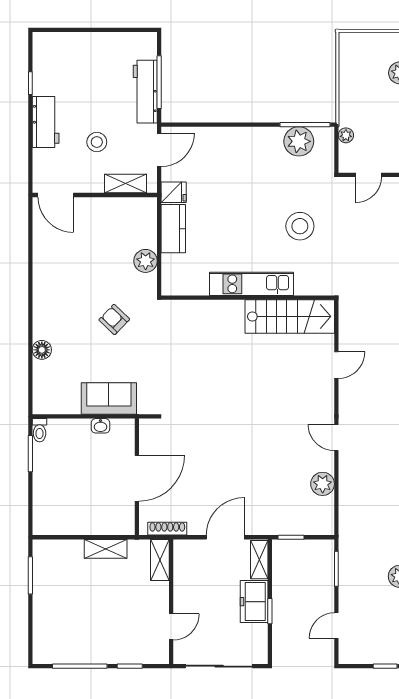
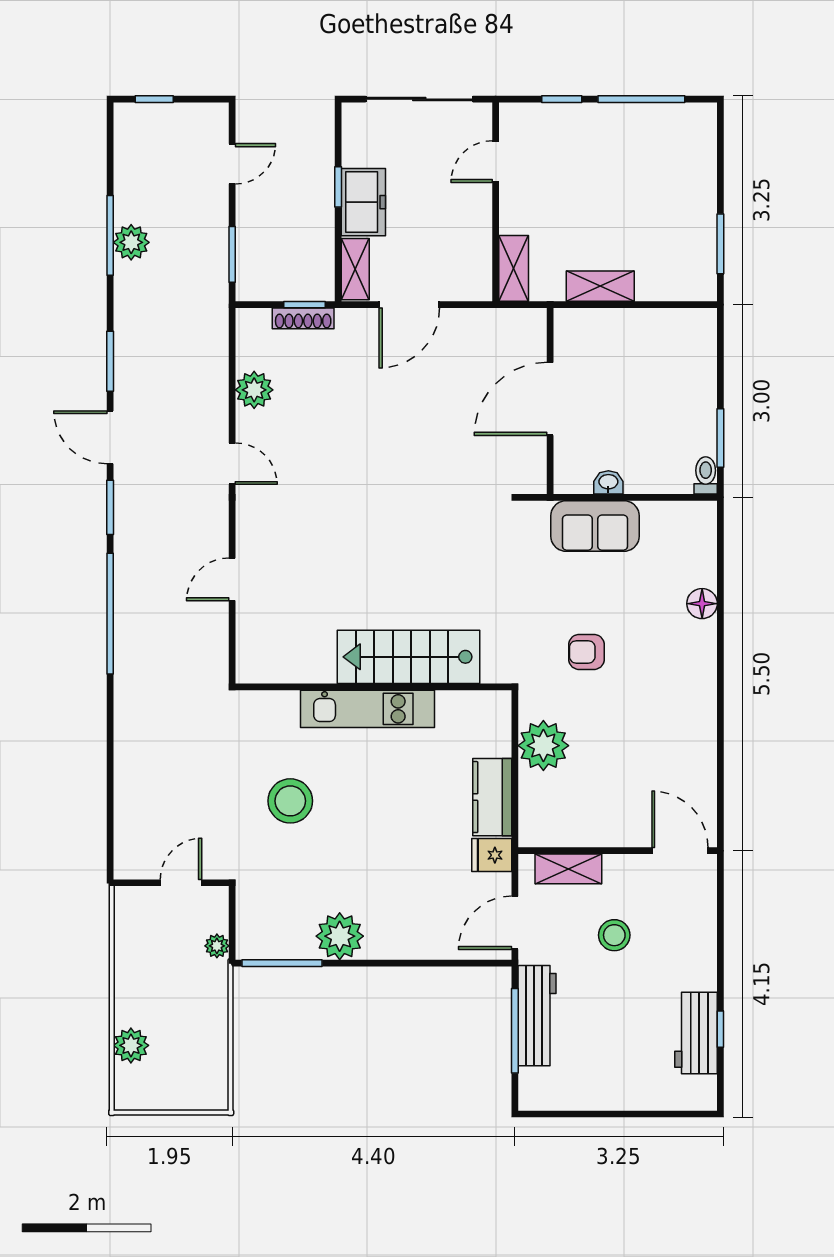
workbench: (46, 122) -> (696, 1033), moved
plant: (299, 141) -> (340, 936), moved
plant: (146, 261) -> (543, 746), width x1.36, depth x1.36
stairs: (290, 316) -> (409, 657), moved
armchair: (114, 320) -> (587, 652), turned 136
shoe rack: (167, 529) -> (303, 318), moved

